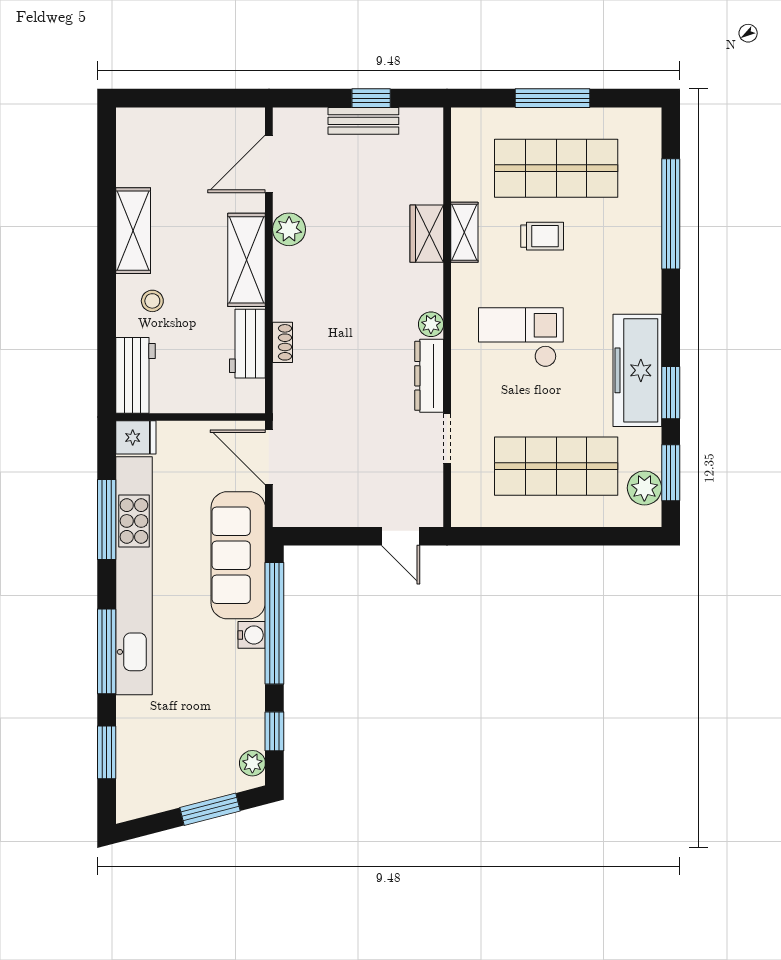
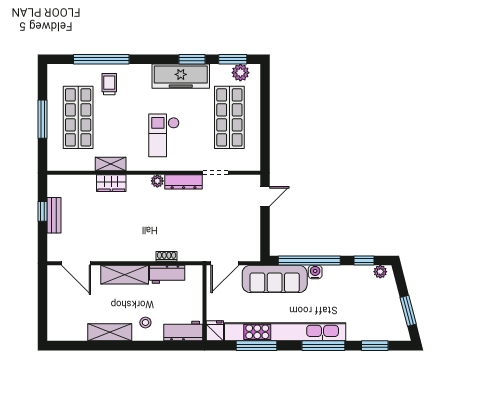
plant: (289, 229) -> (109, 253), removed
trolley: (542, 236) -> (109, 84), moved
window: (210, 809) -> (408, 311), moved

